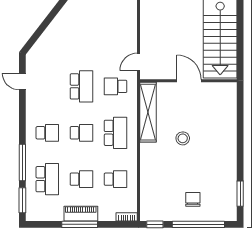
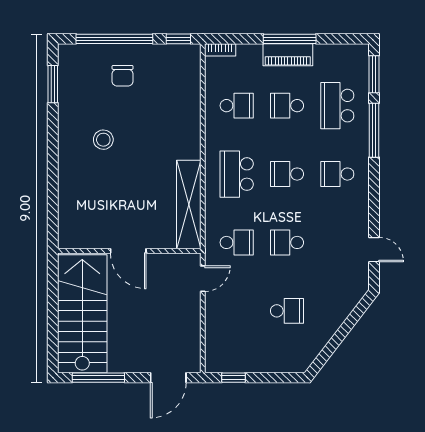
school desk: (81, 40) -> (287, 311), added
school desk: (81, 86) -> (287, 242), width x0.54
stool: (183, 138) -> (103, 140), moved
school desk: (116, 179) -> (237, 106), turned 180

